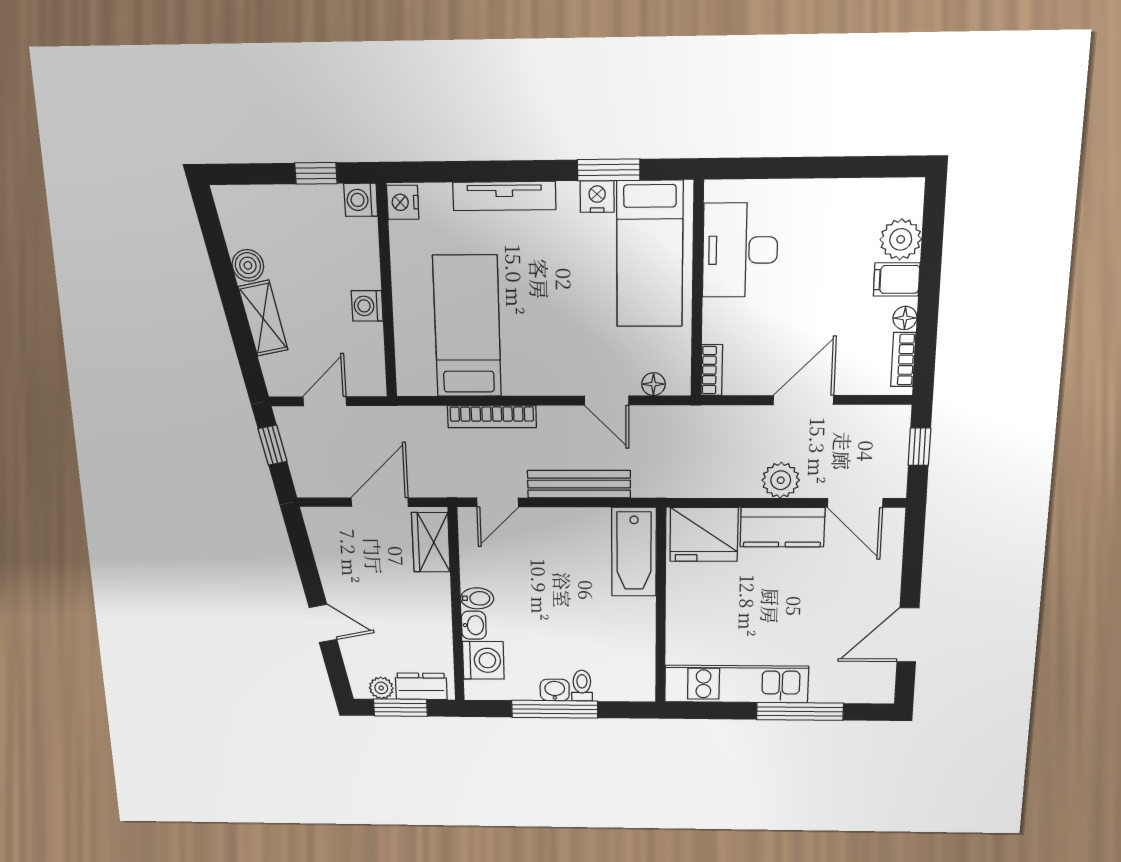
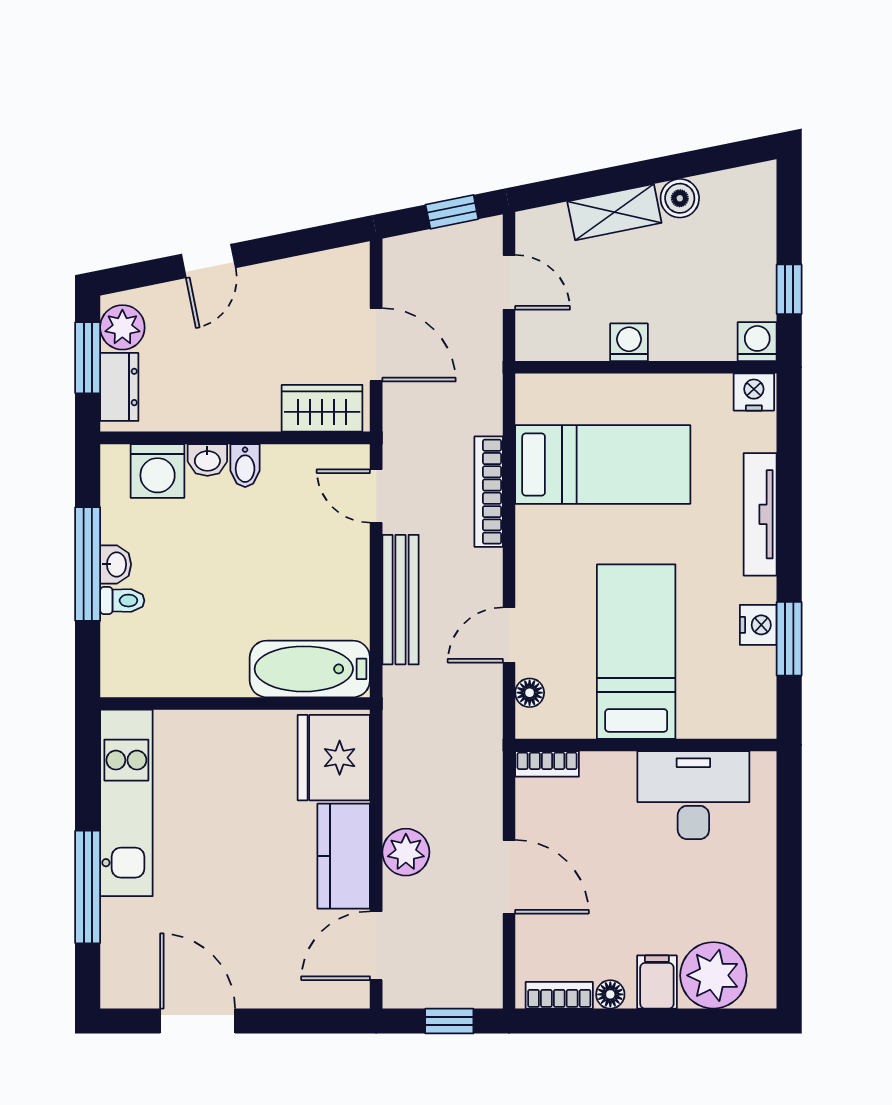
plant: (901, 239) -> (713, 975), width x1.36, depth x1.36
bed: (650, 254) -> (636, 652), moved, turned 90
plant: (381, 688) -> (122, 327), width x1.38, depth x1.38

